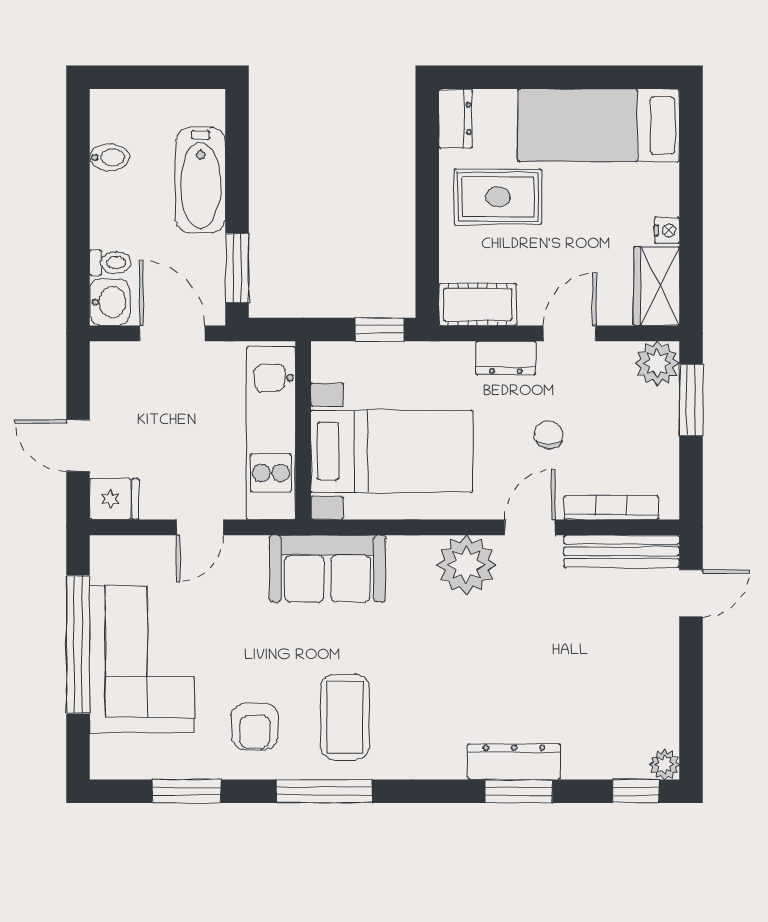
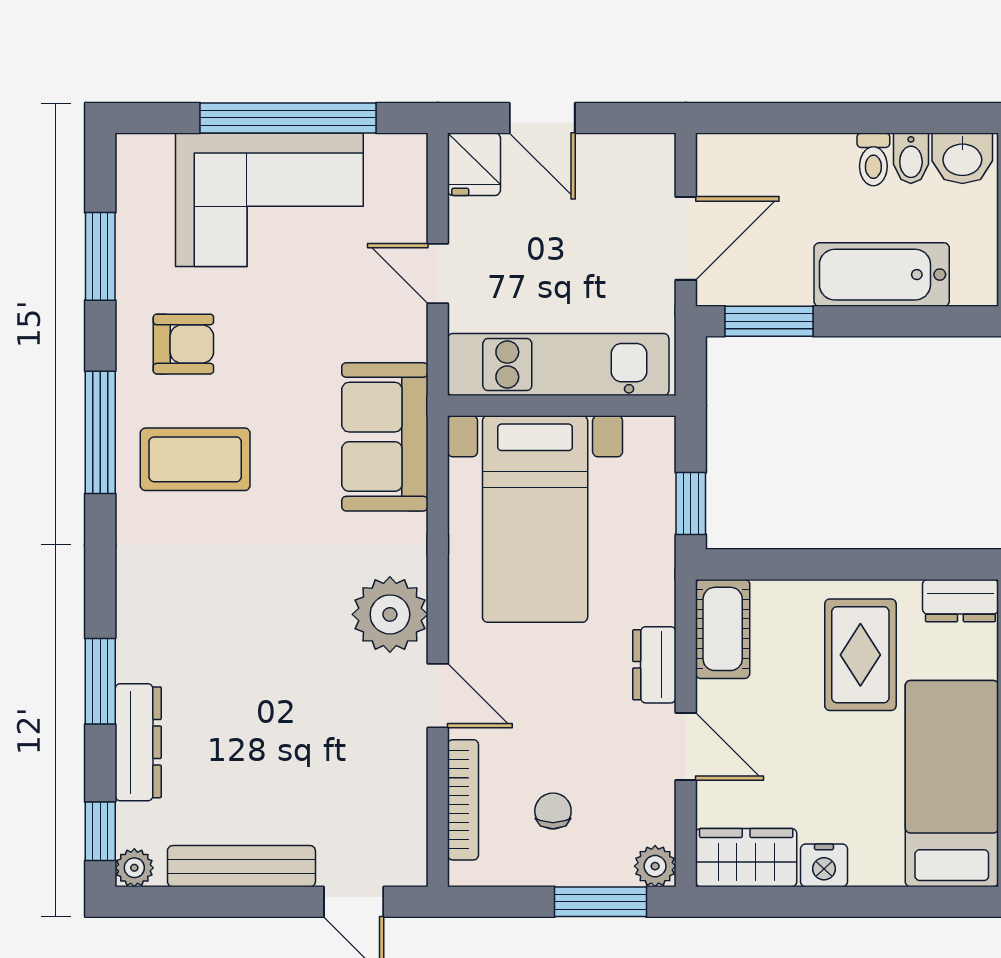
nightstand: (667, 230) -> (824, 865), width x1.39, depth x1.35
toilet: (110, 263) -> (873, 159), moved
washbasin: (110, 302) -> (962, 158), moved
plant: (657, 363) -> (655, 866), width x0.73, depth x0.73
chair: (549, 435) -> (553, 811), moved, turned -90
door: (78, 446) -> (542, 118), swing flipped
bench: (622, 551) -> (241, 866), moved, turned 90
armchair: (255, 726) -> (183, 344), turned 180
dresser: (514, 762) -> (138, 742), moved

